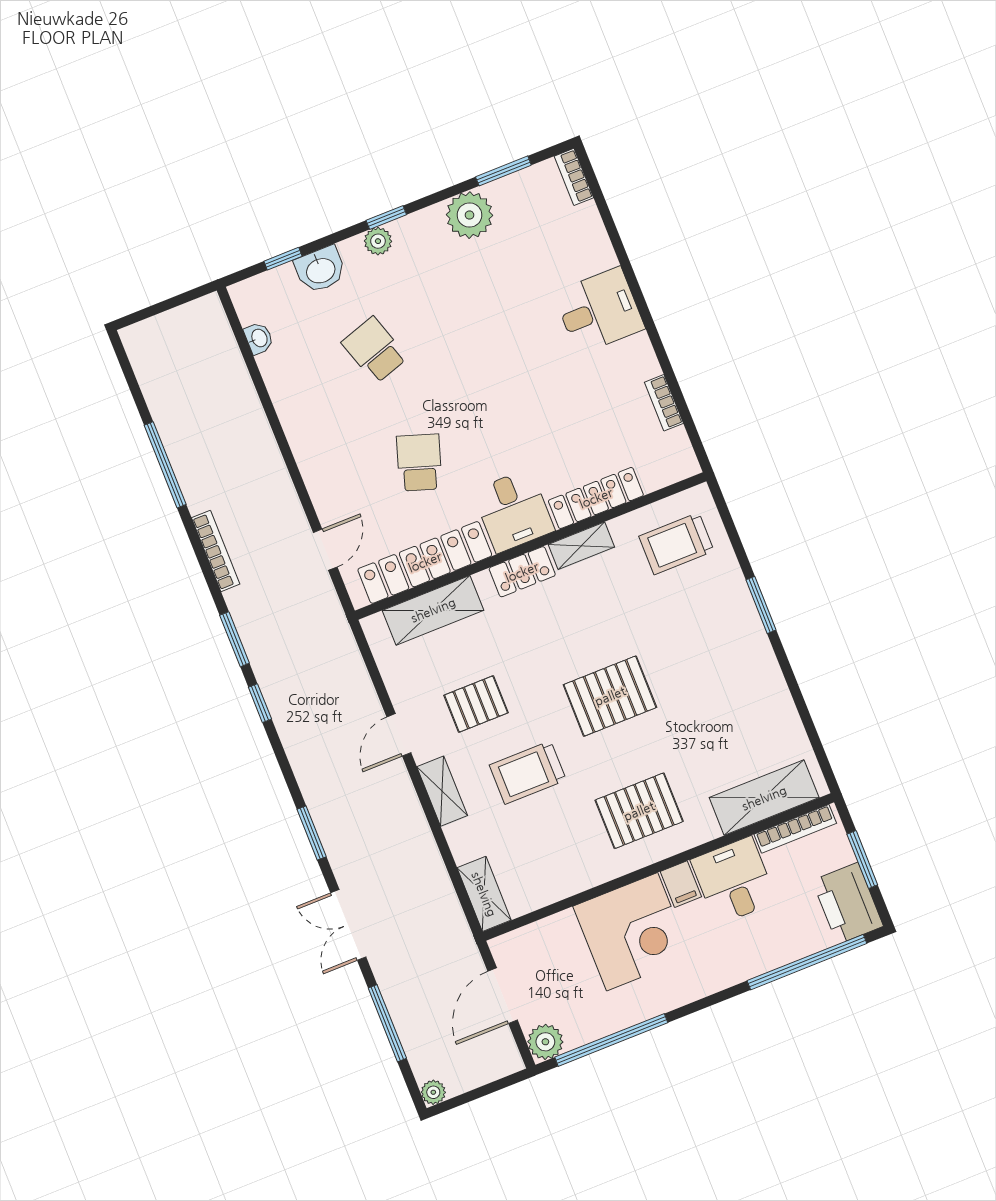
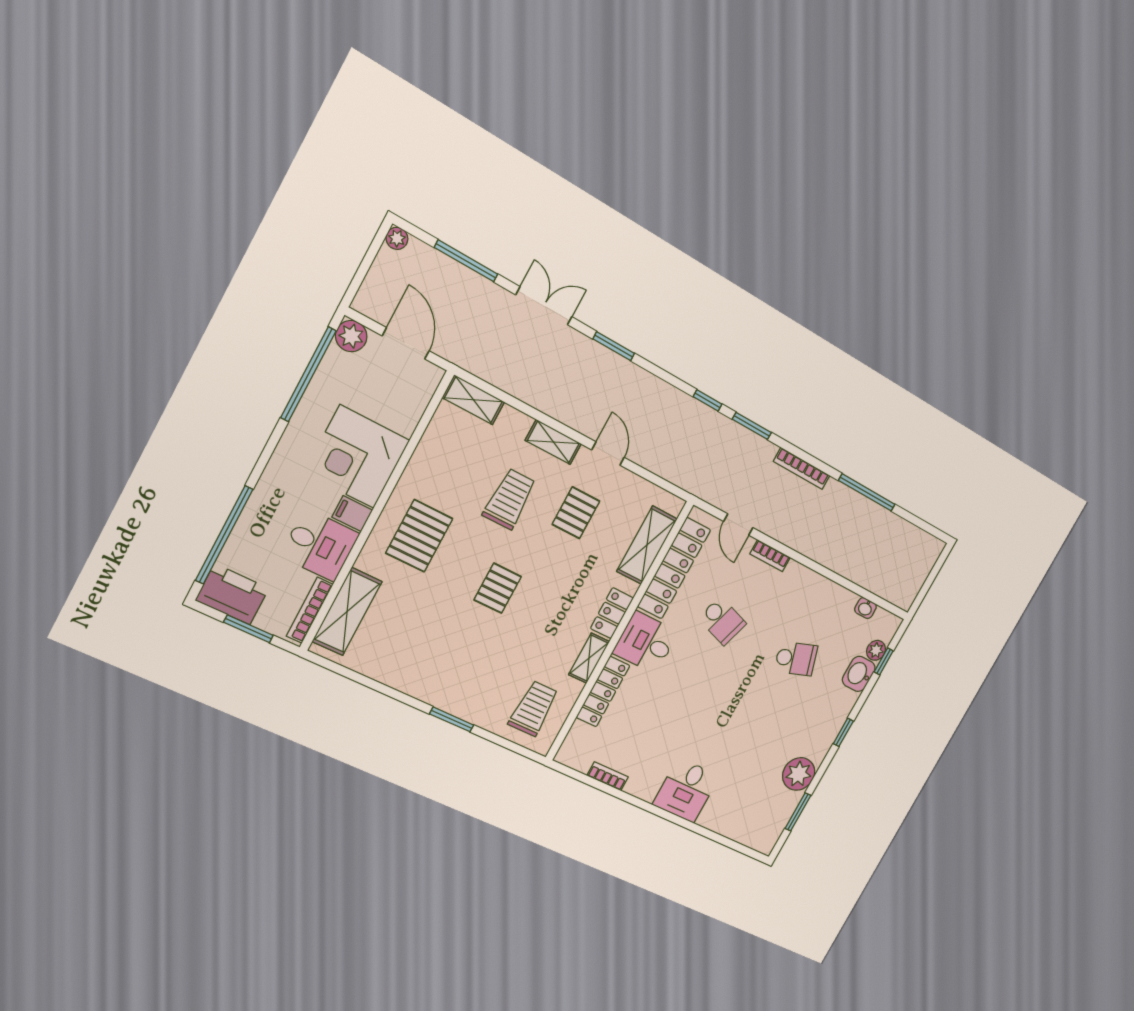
bookcase: (574, 177) -> (770, 556), moved, turned 180
plant: (378, 241) -> (876, 650), moved
pallet: (610, 696) -> (498, 588), width x0.67, depth x0.71

